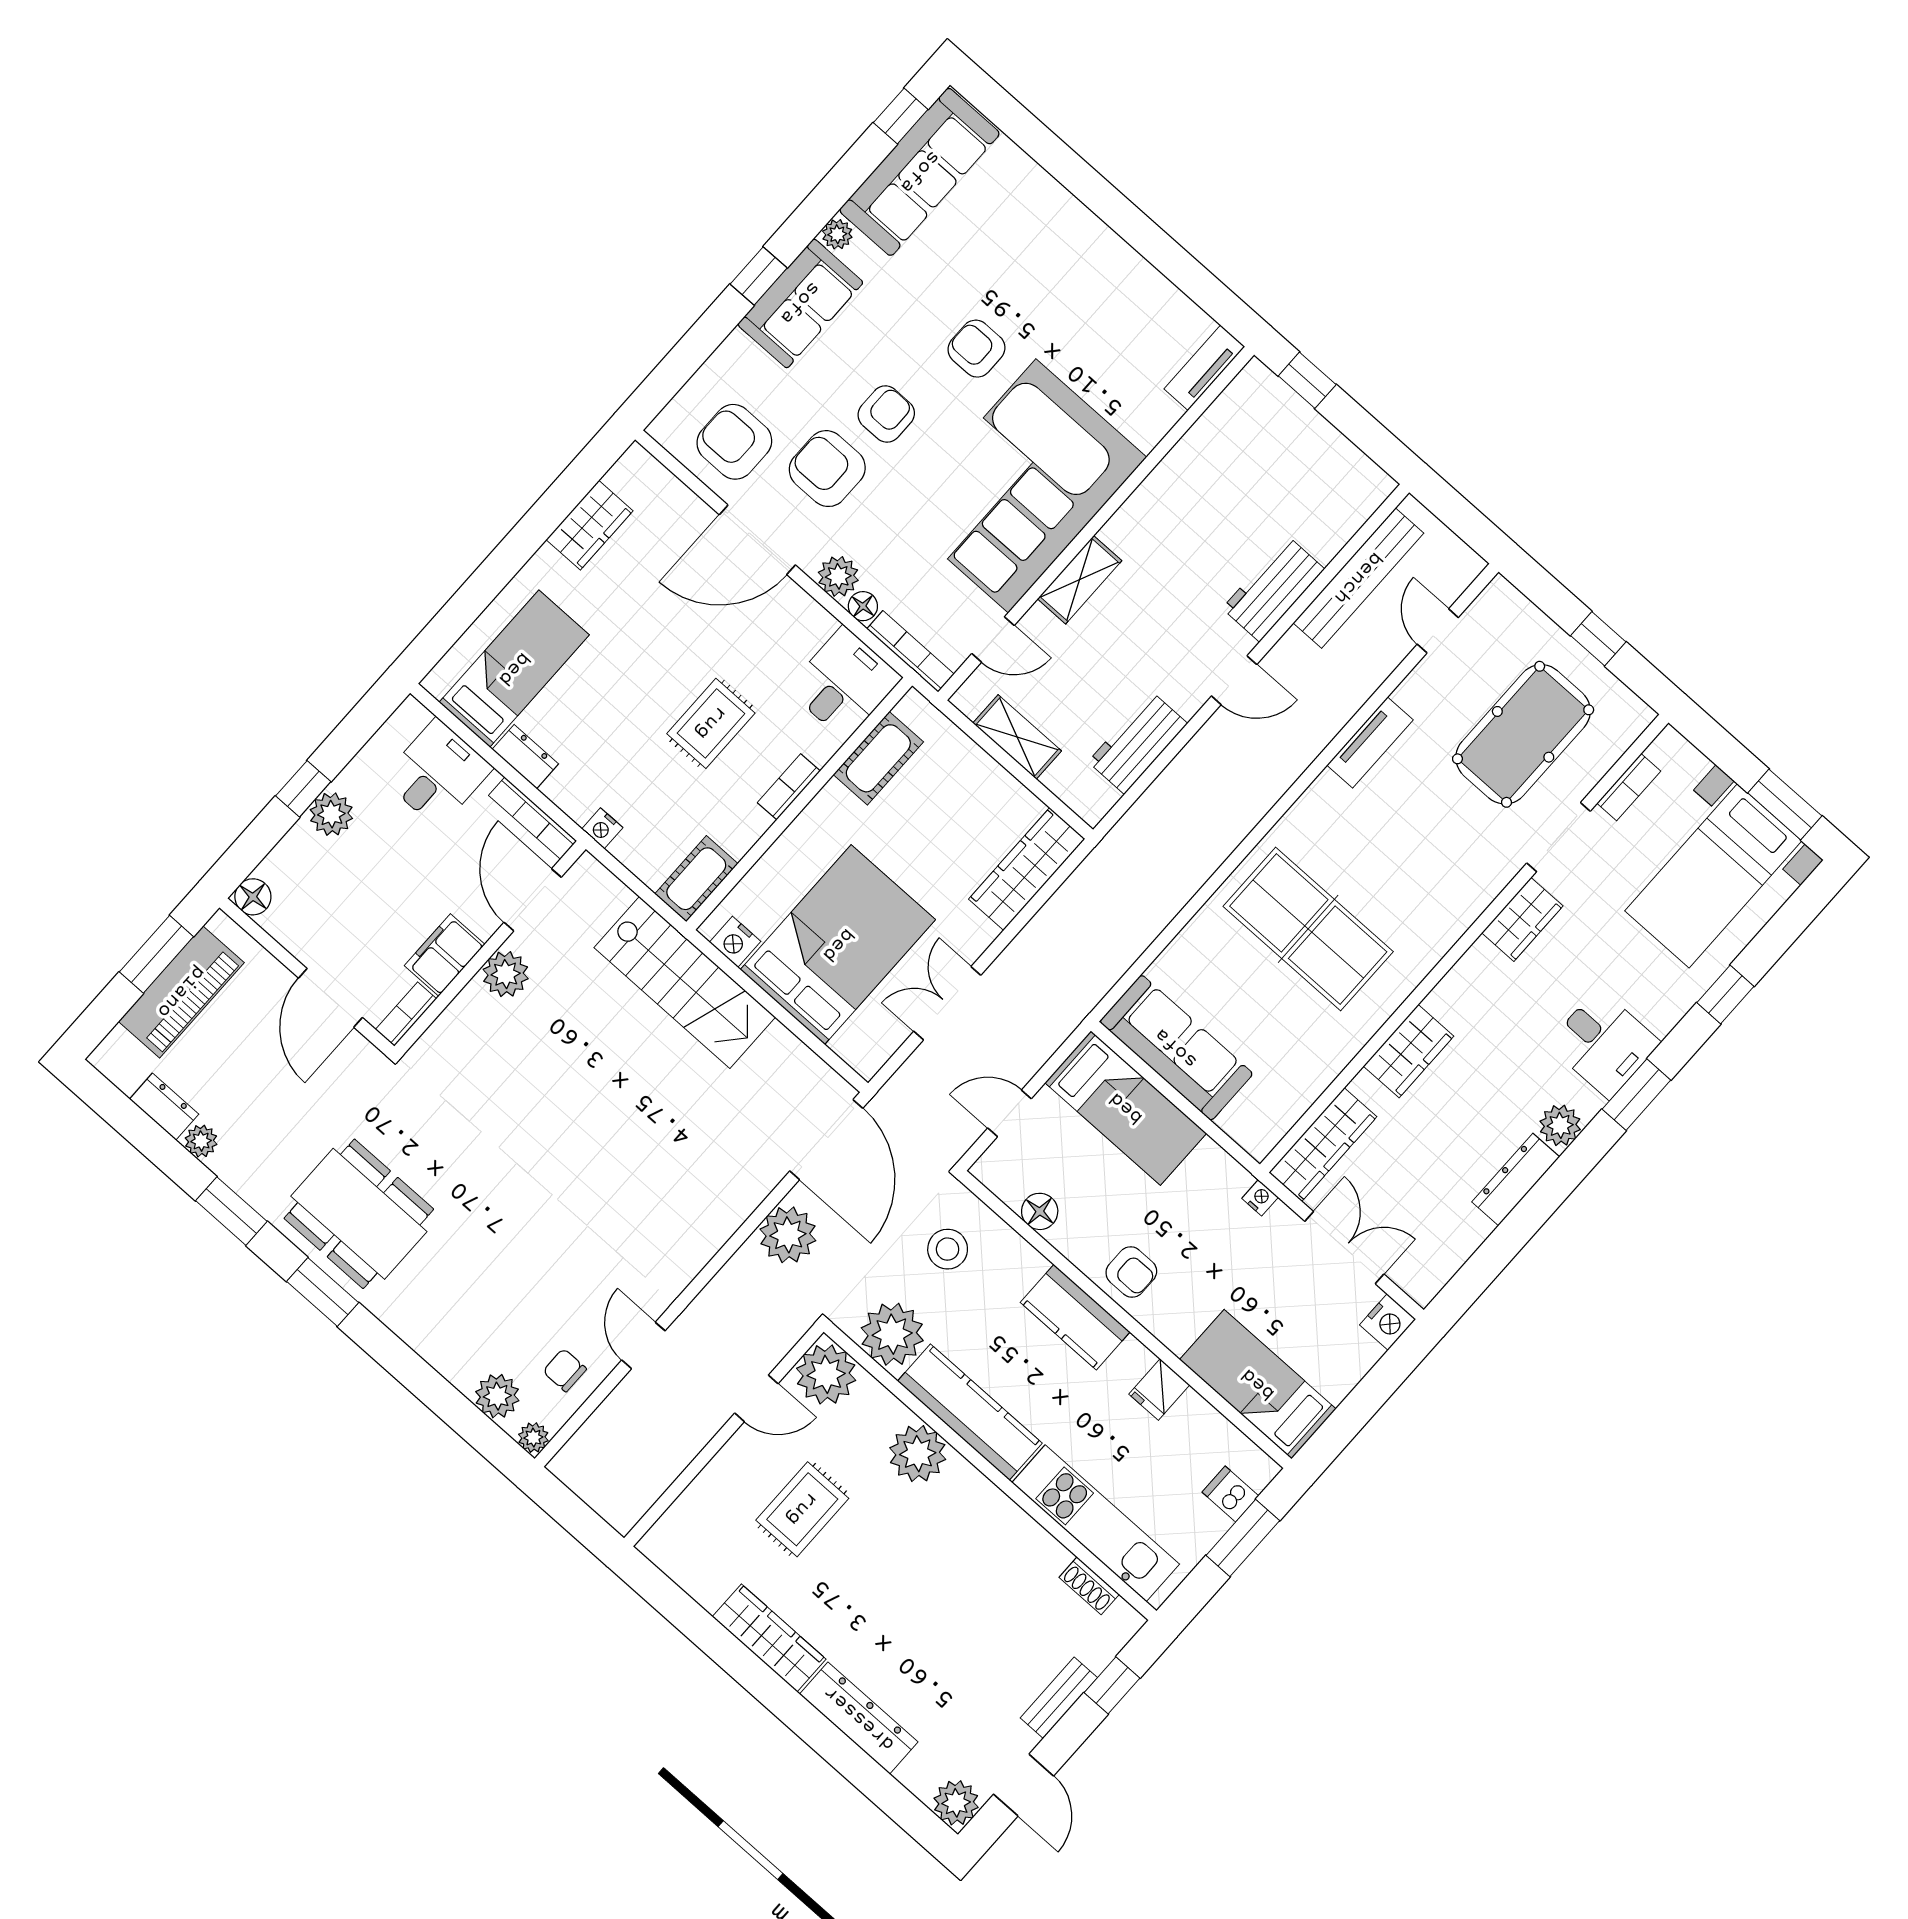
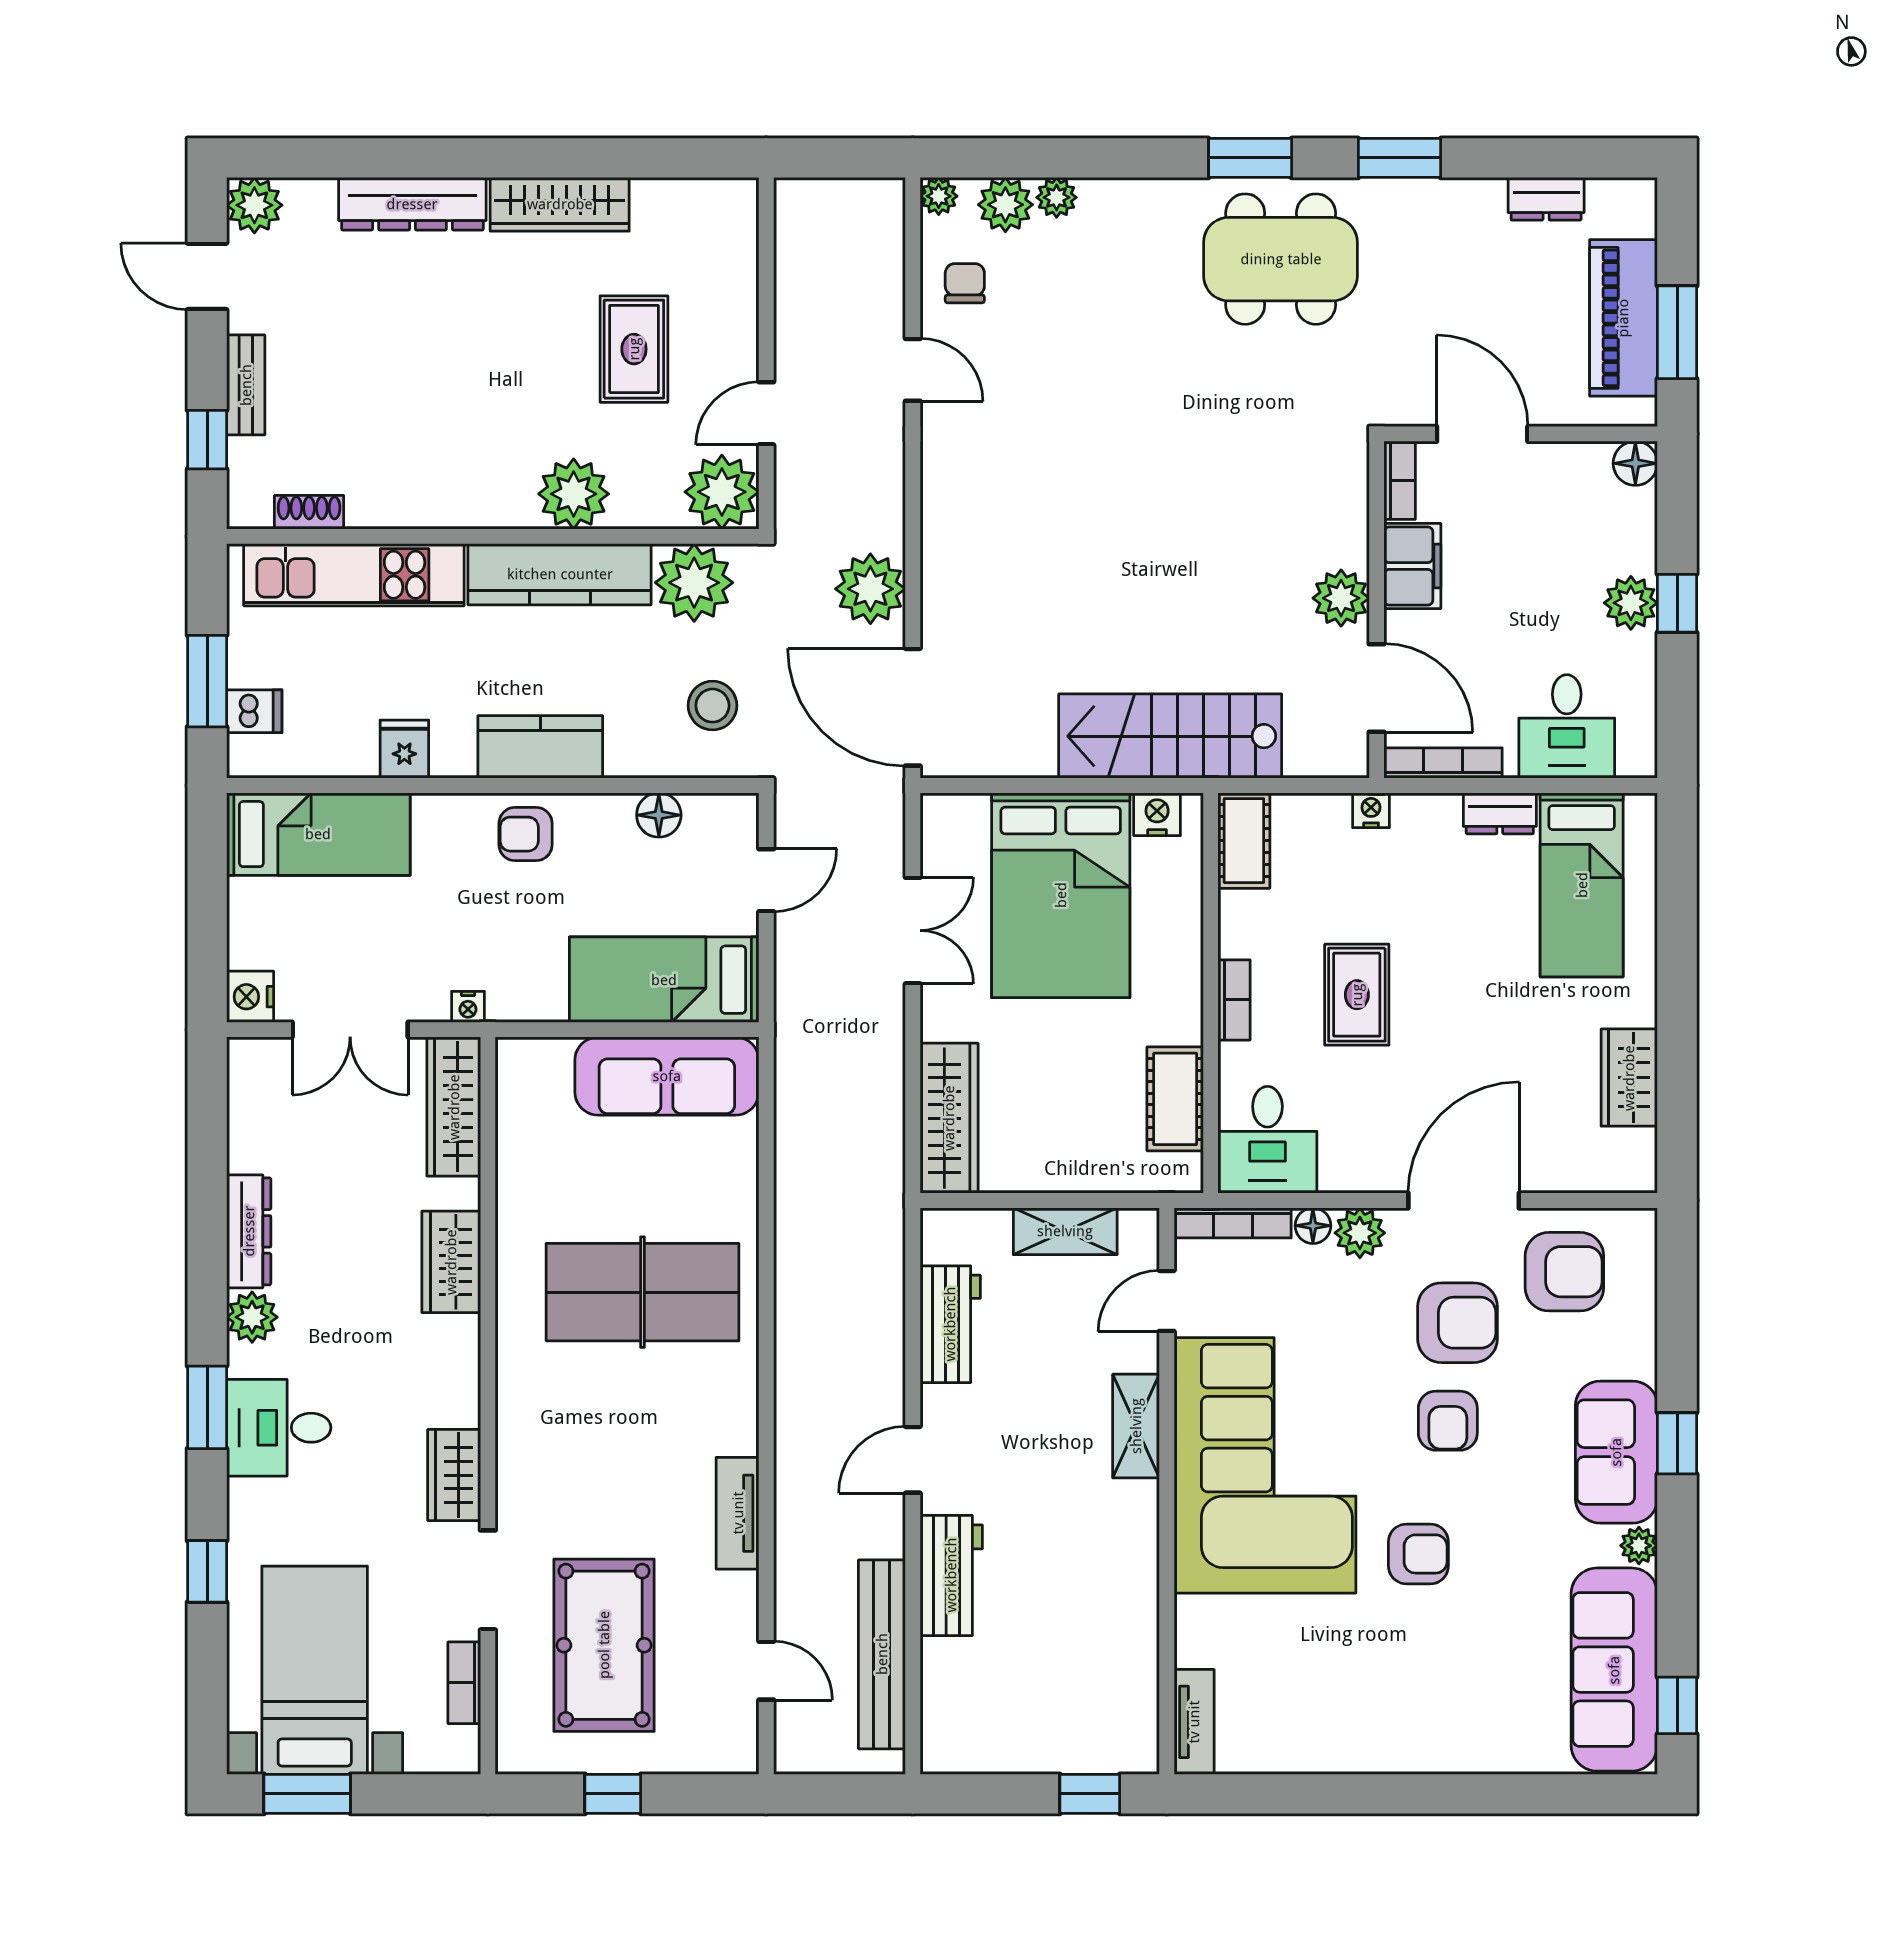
plant: (201, 1141) -> (1057, 197), moved
chair: (565, 1370) -> (965, 283), turned -90

